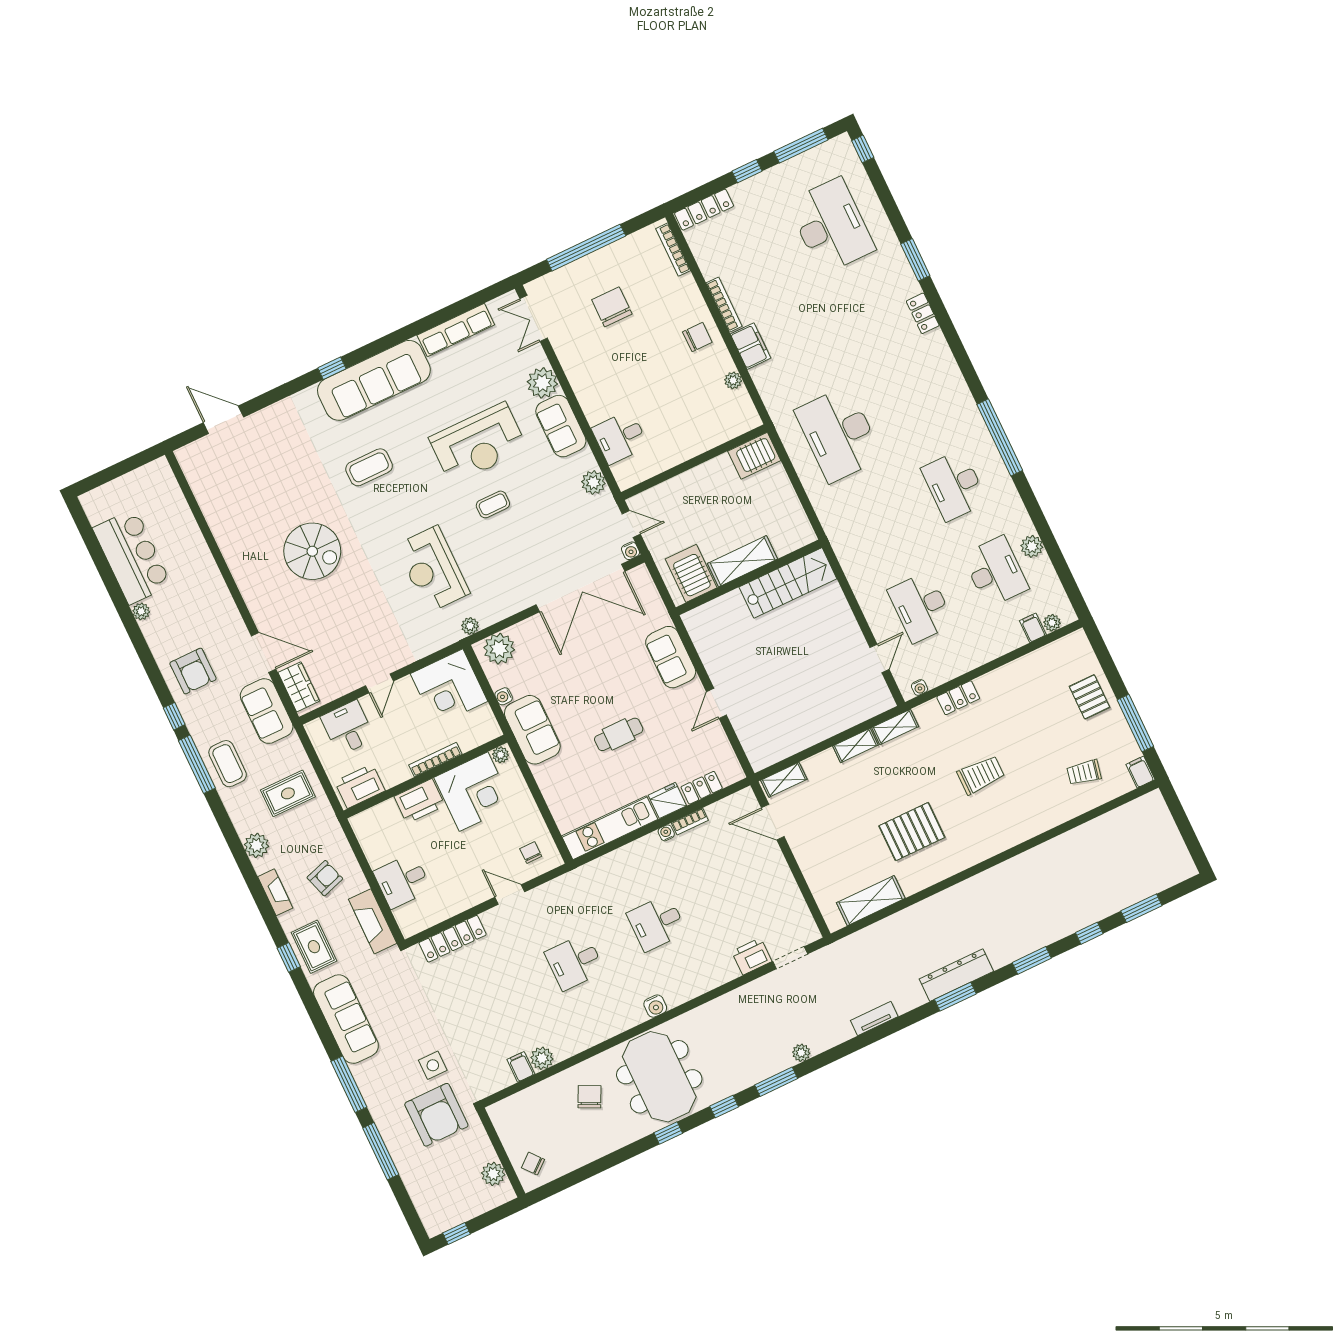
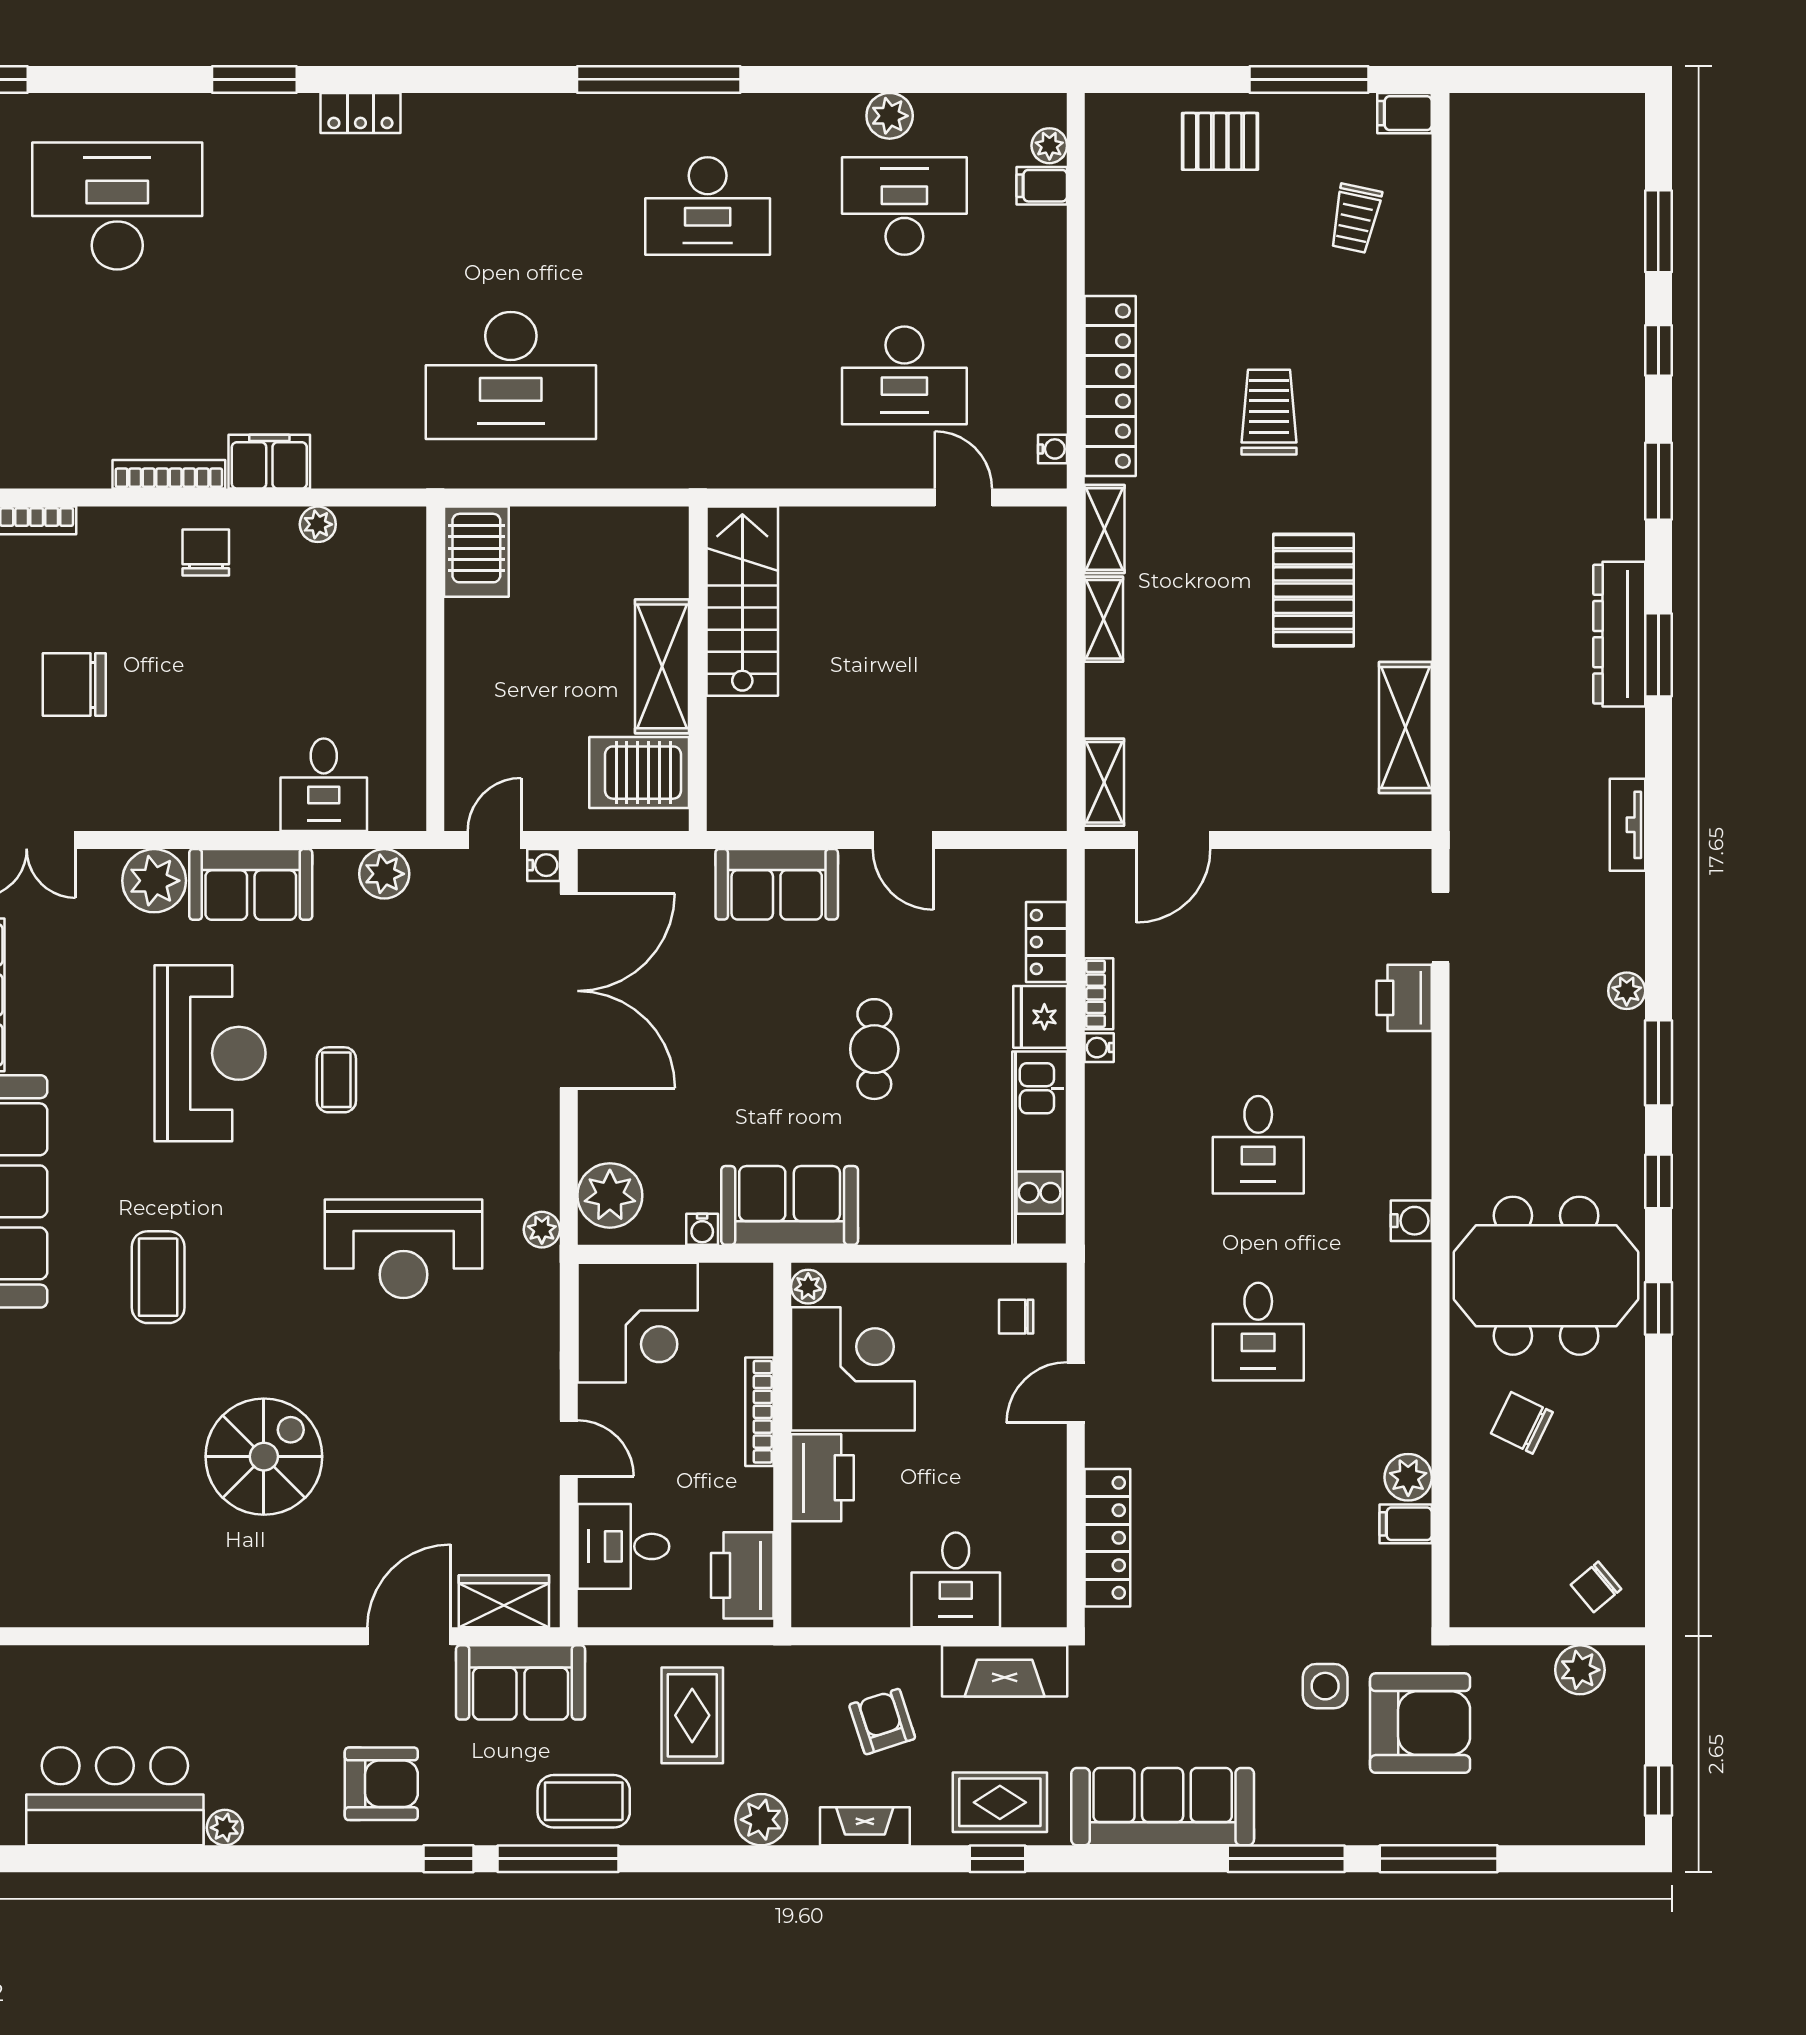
locker: (958, 698) -> (1110, 386), width x2.16, depth x1.21

